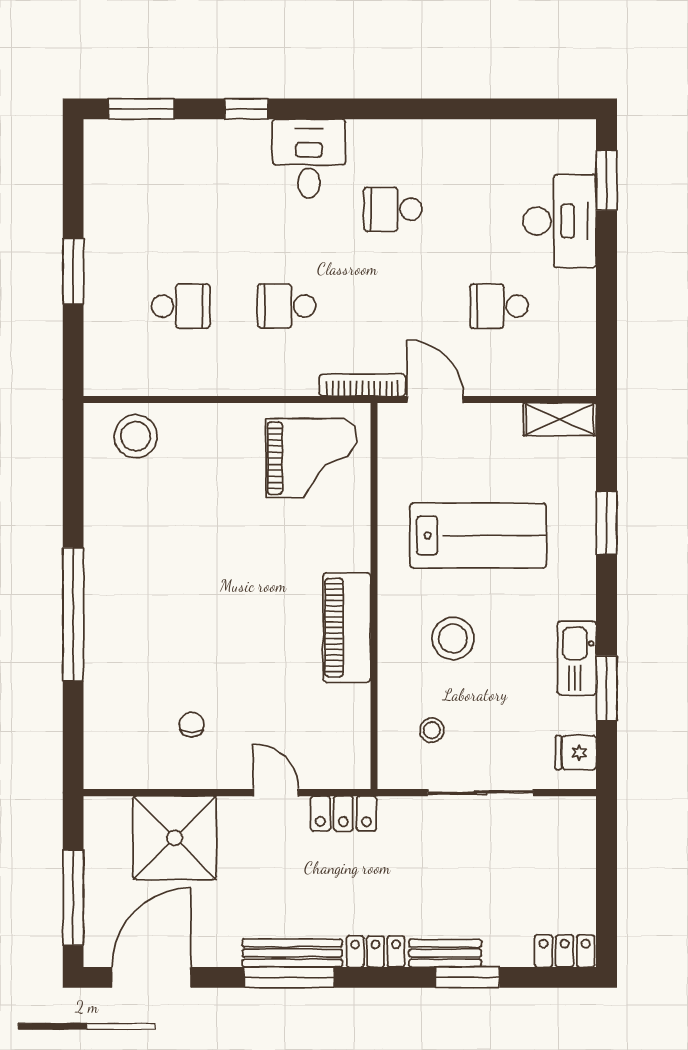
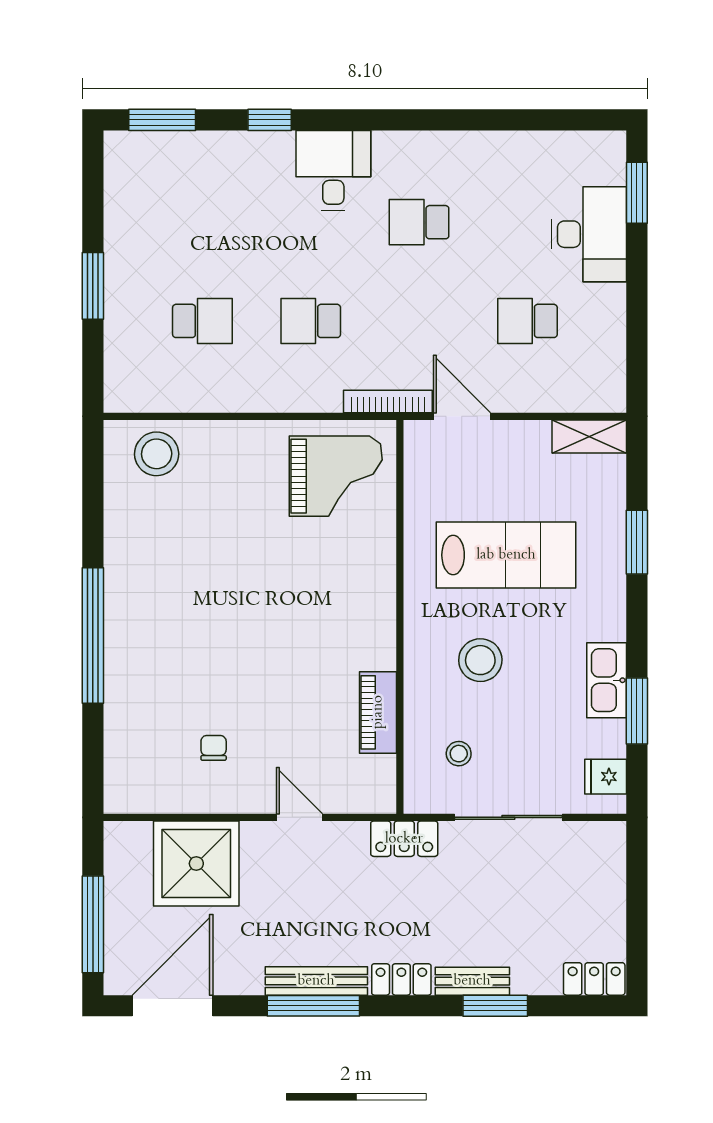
piano: (347, 628) -> (378, 712), moved, width x0.73, depth x0.75
locker: (343, 814) -> (404, 839), moved

